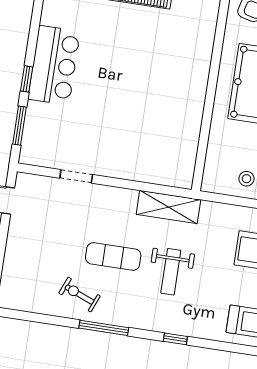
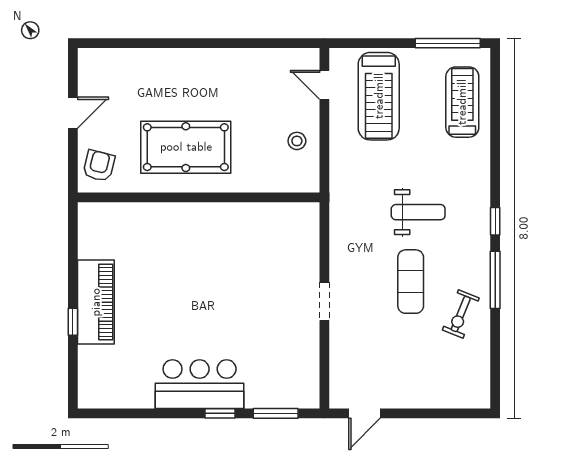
doorway: (76, 176) -> (324, 301), moved
shelving: (168, 207) -> (344, 226), removed
window: (175, 339) -> (495, 221), moved

